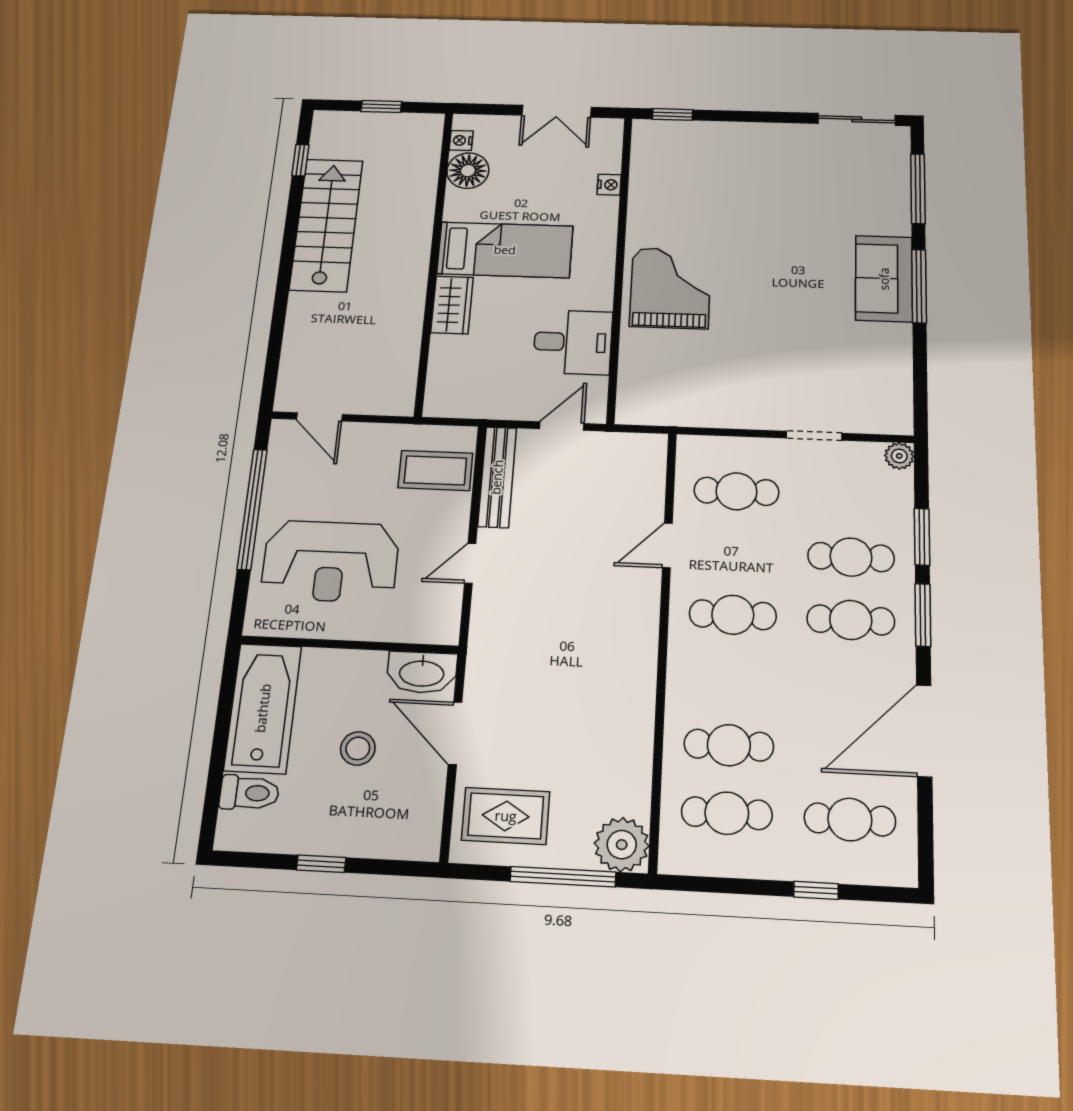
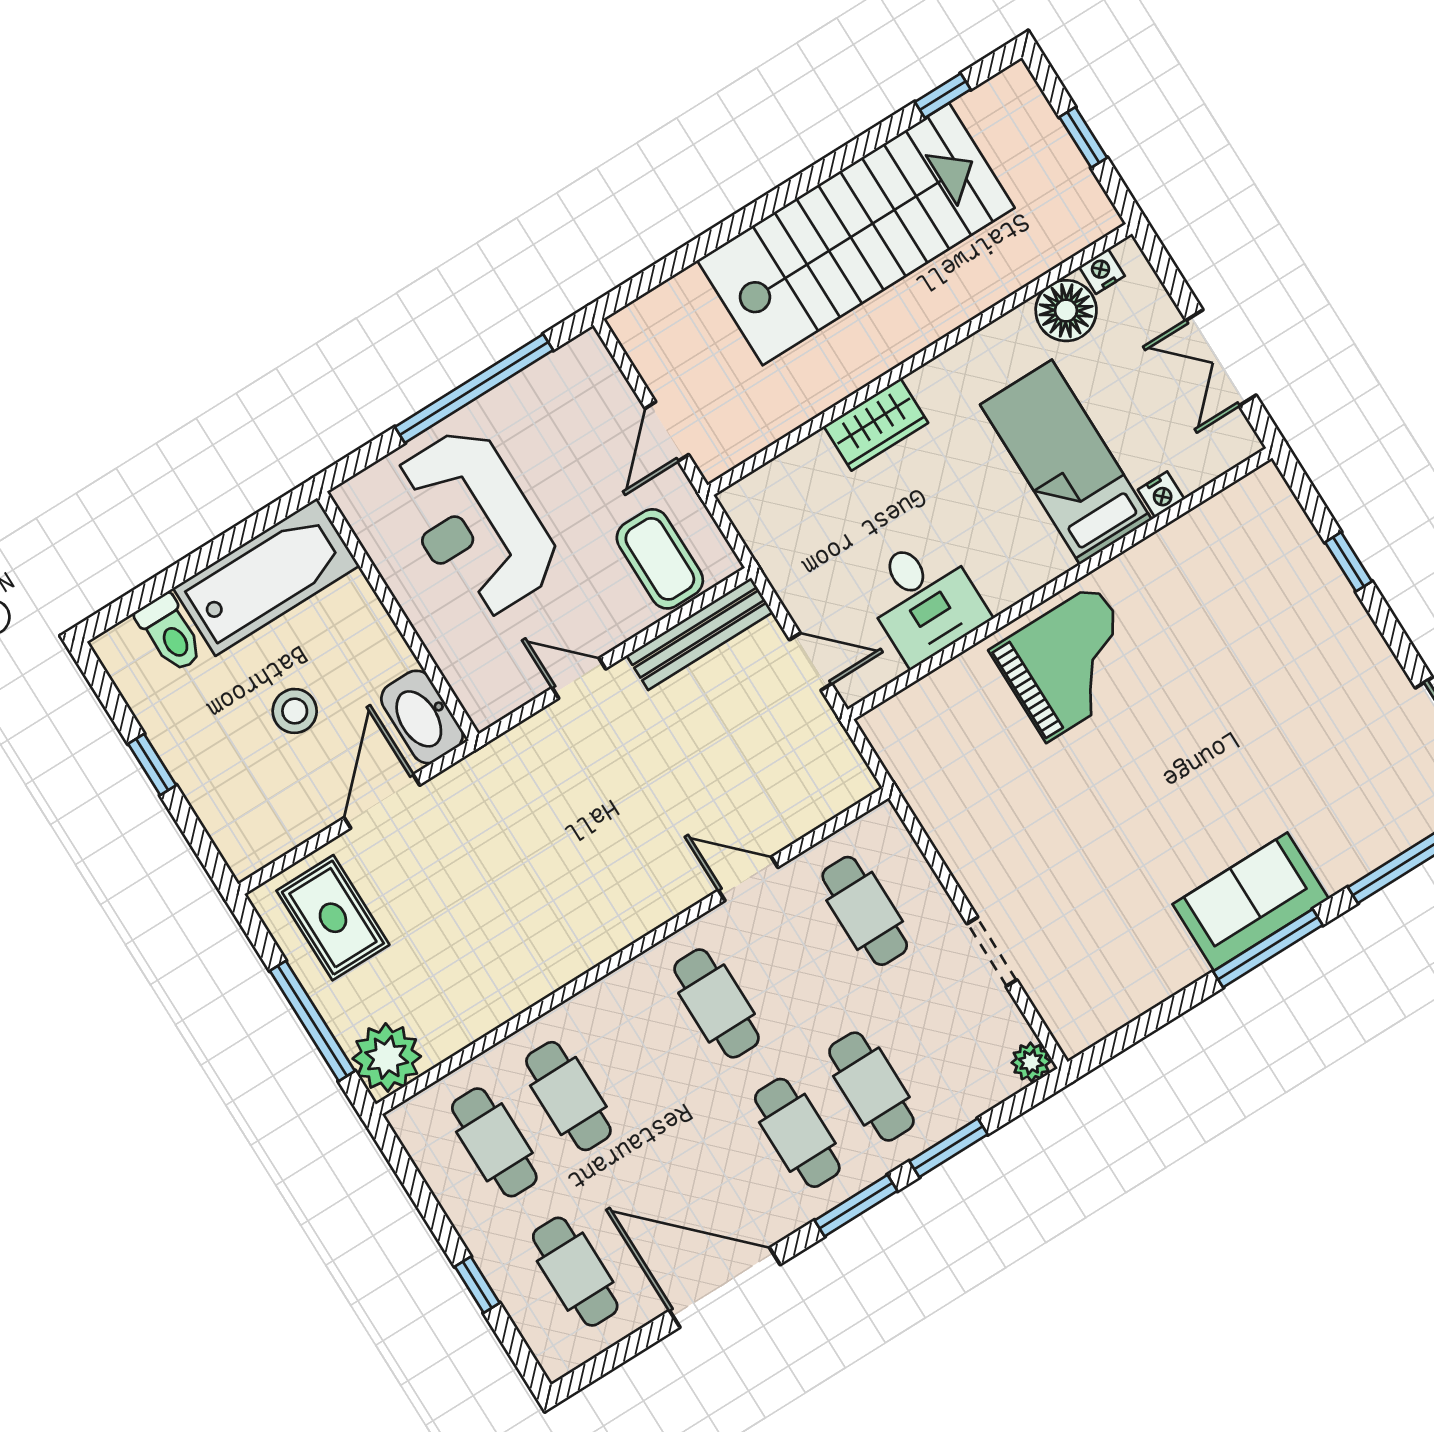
window: (673, 114) -> (1349, 562), moved
stairs: (326, 225) -> (856, 234), width x1.36, depth x1.51
bed: (505, 250) -> (1066, 462), moved, turned 180
door: (319, 417) -> (667, 432), moved

